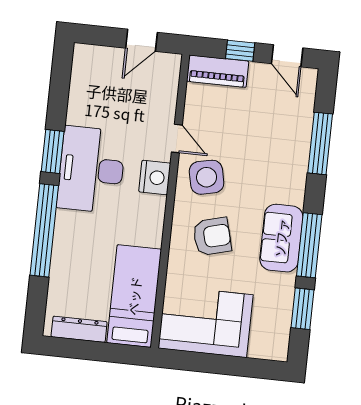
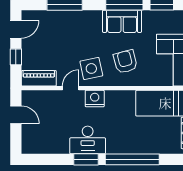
piano: (218, 71) -> (39, 78), moved, turned -90
desk: (91, 170) -> (88, 140), width x0.73, depth x0.77

